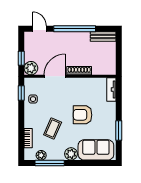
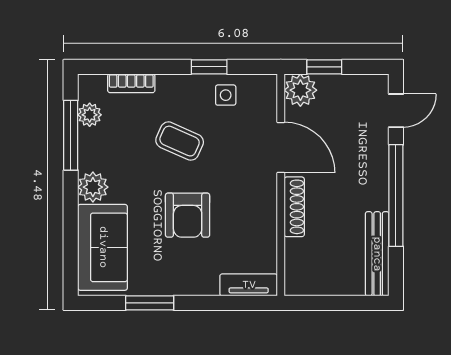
bench: (103, 36) -> (377, 254), width x1.36
window: (21, 93) -> (209, 67), moved
armchair: (83, 115) -> (188, 215), turned 180
coffee table: (53, 129) -> (180, 141), moved

